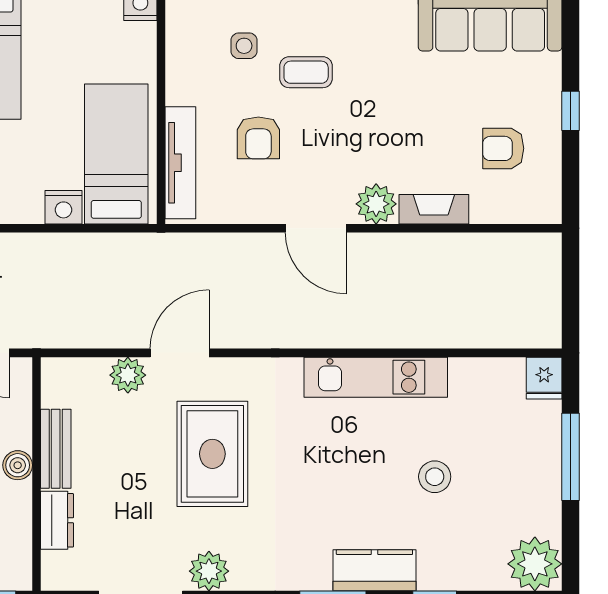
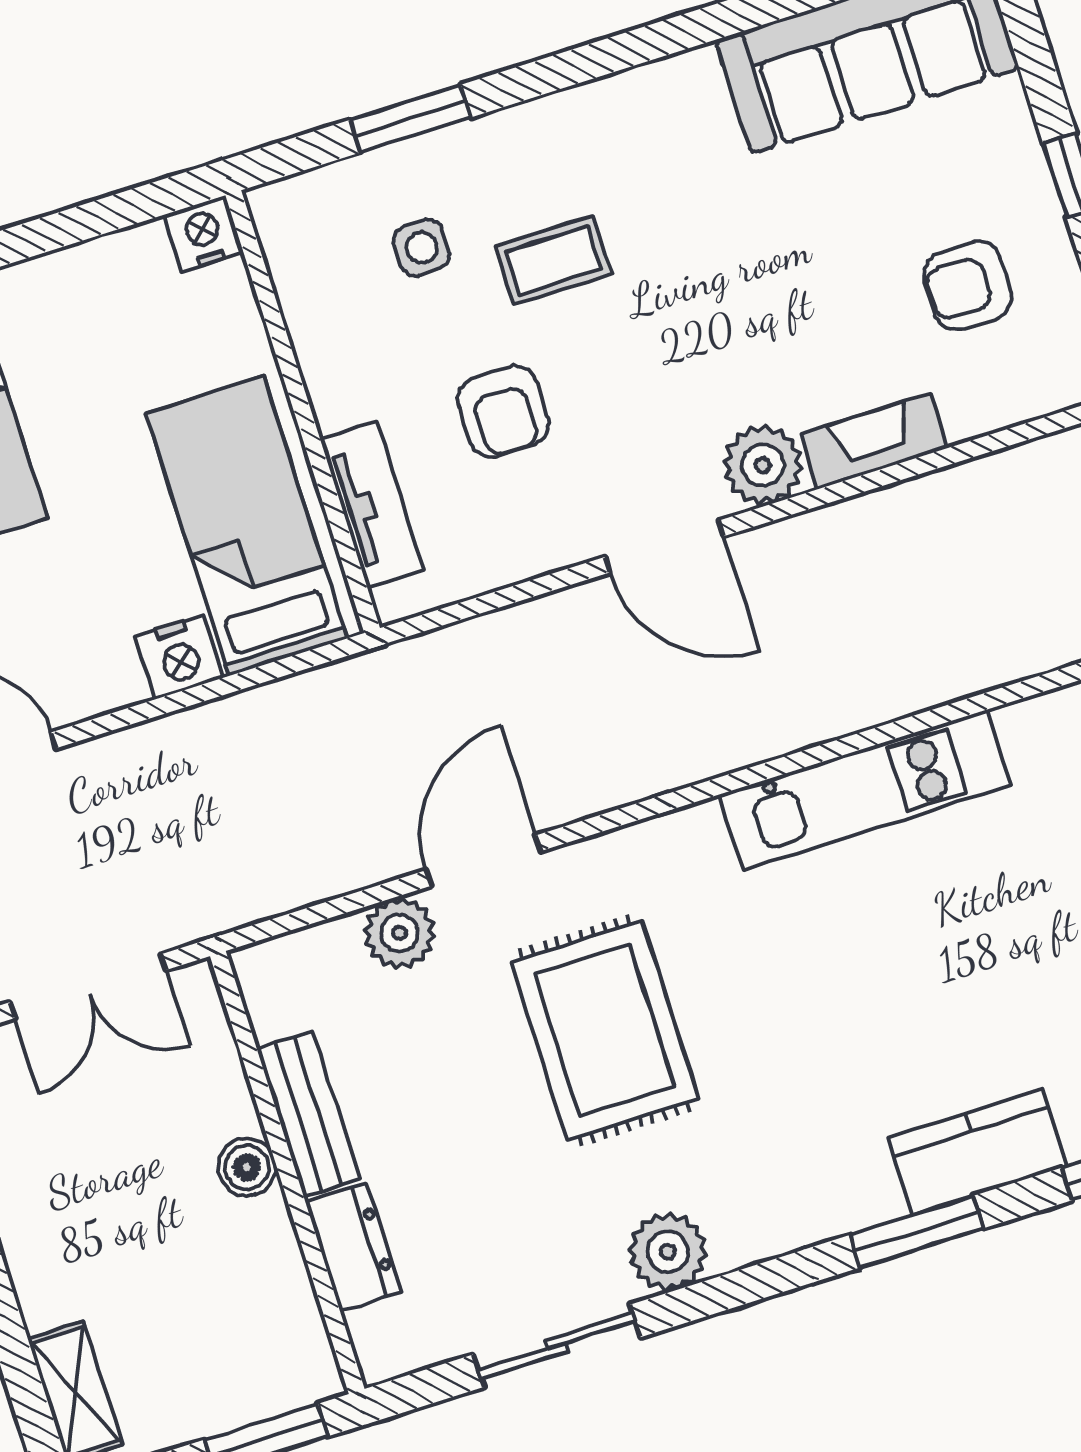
tv unit: (180, 163) -> (372, 504), width x0.71
stool: (435, 477) -> (1034, 941), removed

